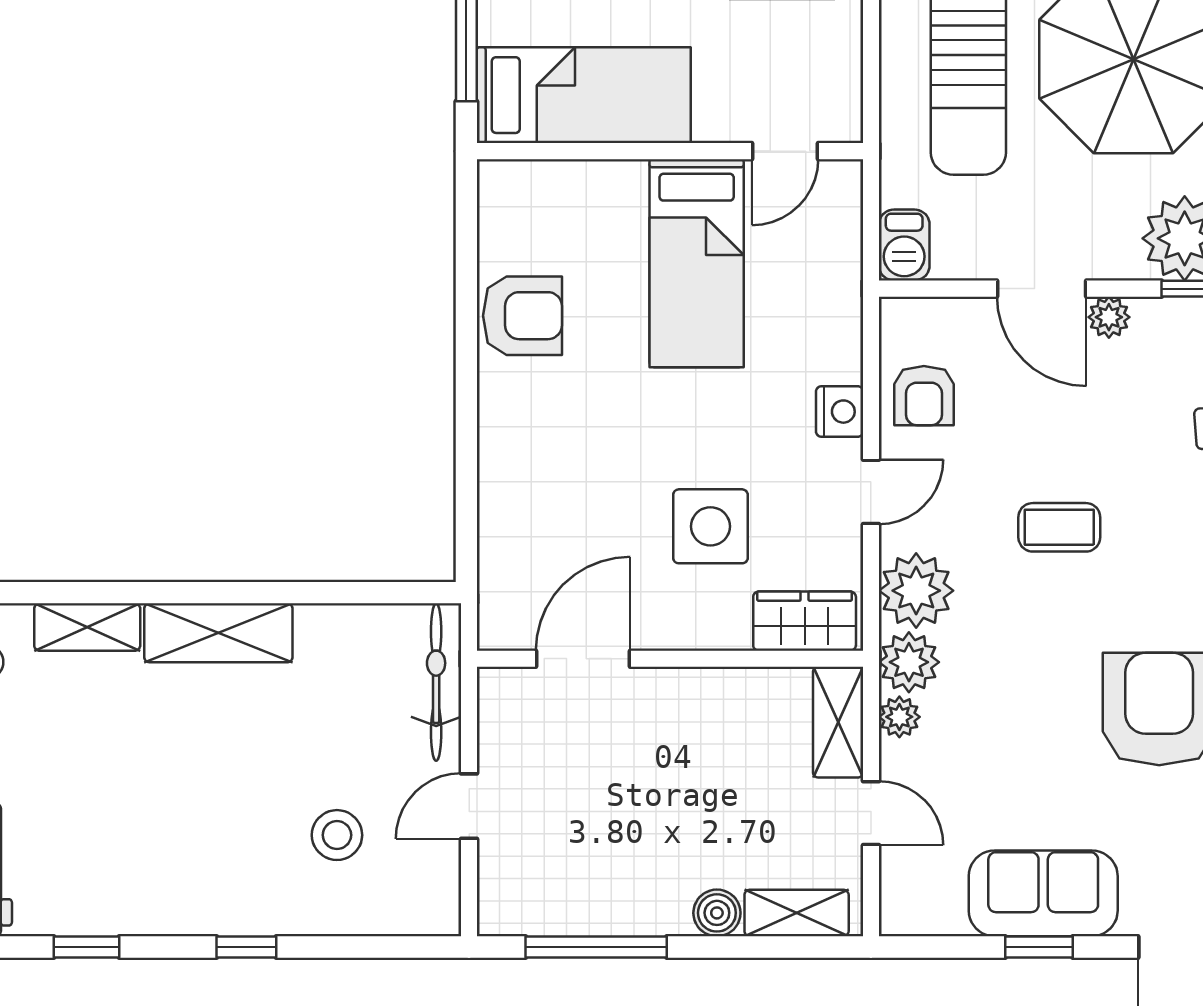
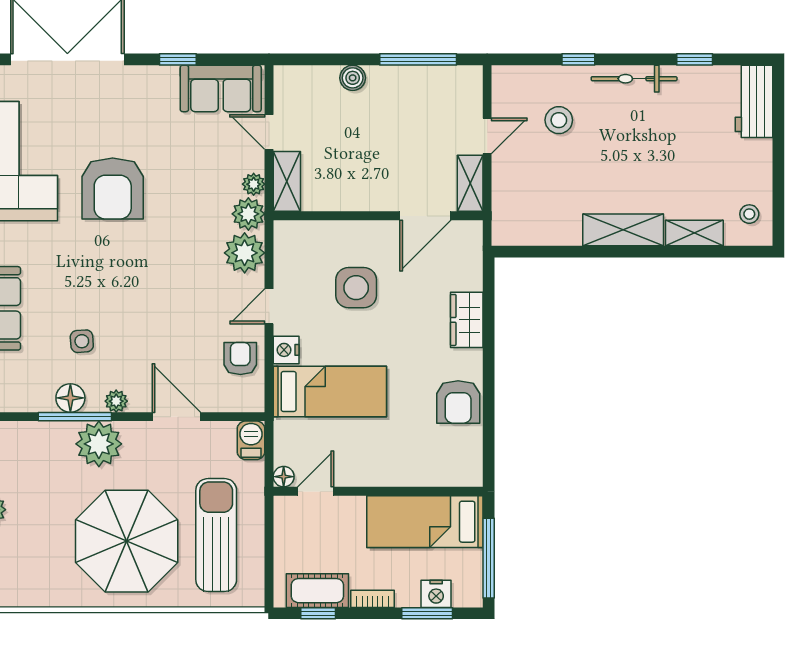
floor lamp: (844, 178) -> (284, 477), added
bed: (697, 263) -> (330, 392), moved, turned 90
armchair: (522, 316) -> (458, 402), turned -90
plant: (1109, 317) -> (116, 401), moved
coffee table: (1059, 527) -> (167, 287), removed
wardrobe: (805, 621) -> (467, 320), moved, turned 90
bicycle: (436, 682) -> (634, 79), moved, turned 90
sofa: (1043, 893) -> (221, 88), moved
shelving: (797, 913) -> (470, 183), moved, turned 90
window: (246, 947) -> (578, 59), moved

